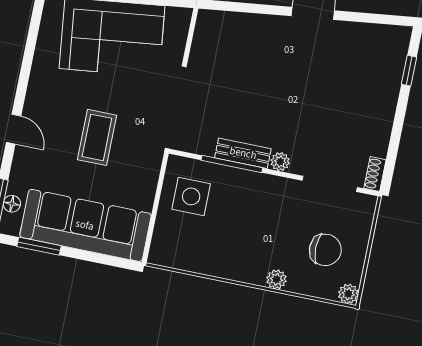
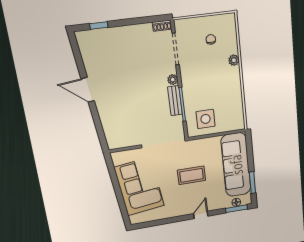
chair: (325, 250) -> (211, 39), width x0.54, depth x0.54
plant: (348, 294) -> (230, 19), removed

